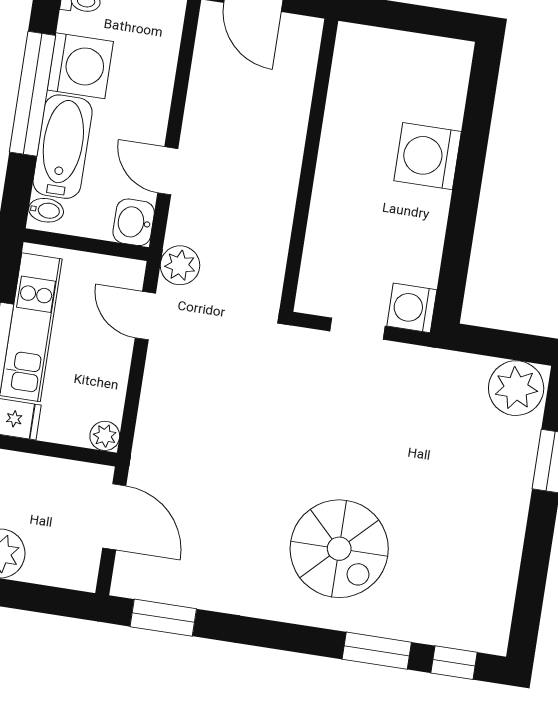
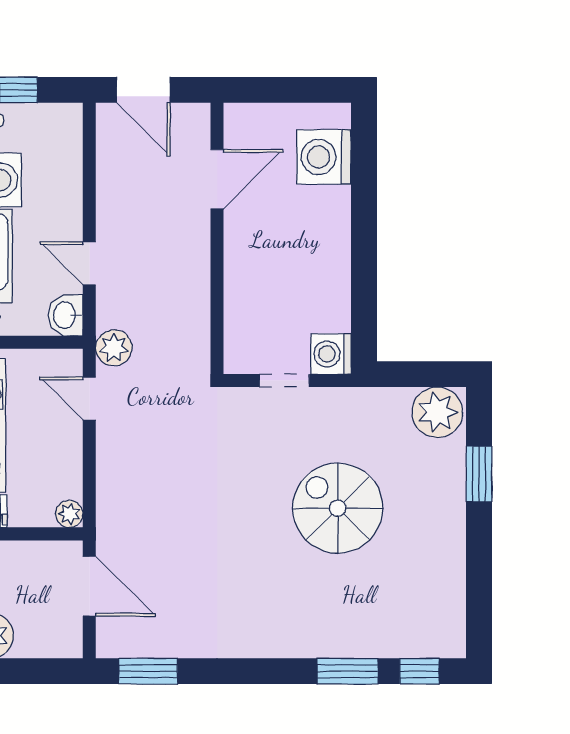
door: (319, 102) -> (217, 179), added
washing machine: (428, 156) -> (324, 157), moved
spiral stairs: (339, 549) -> (338, 508), moved, turned 180

